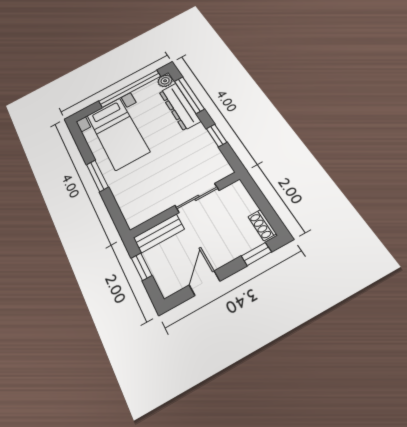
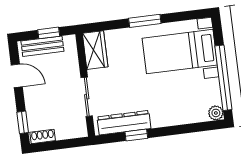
window: (189, 95) -> (189, 128), removed
dresser: (180, 106) -> (124, 123), moved
wardrobe: (144, 210) -> (95, 50), added
bench: (159, 233) -> (42, 46), moved, turned 90

